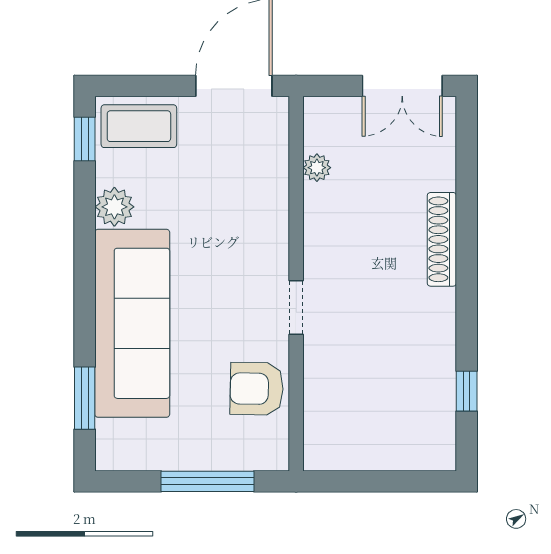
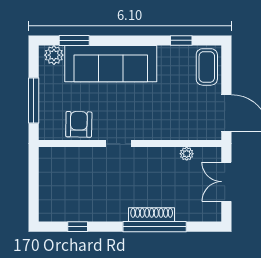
double door: (402, 86) -> (226, 182), moved
window: (85, 139) -> (181, 40), moved
plant: (114, 207) -> (54, 55), moved
window: (467, 233) -> (155, 227), added

